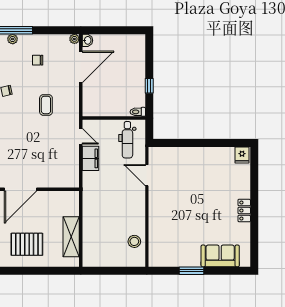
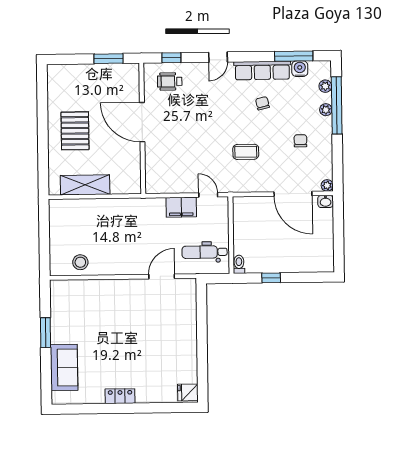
door: (81, 136) -> (208, 195), swing flipped

